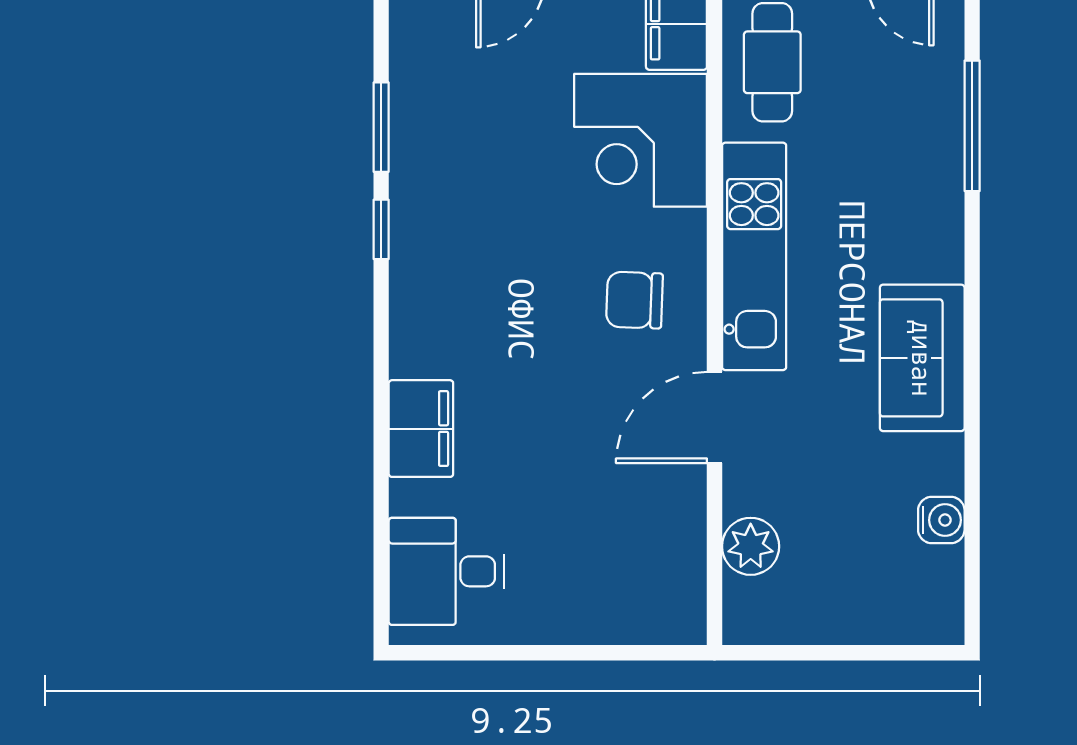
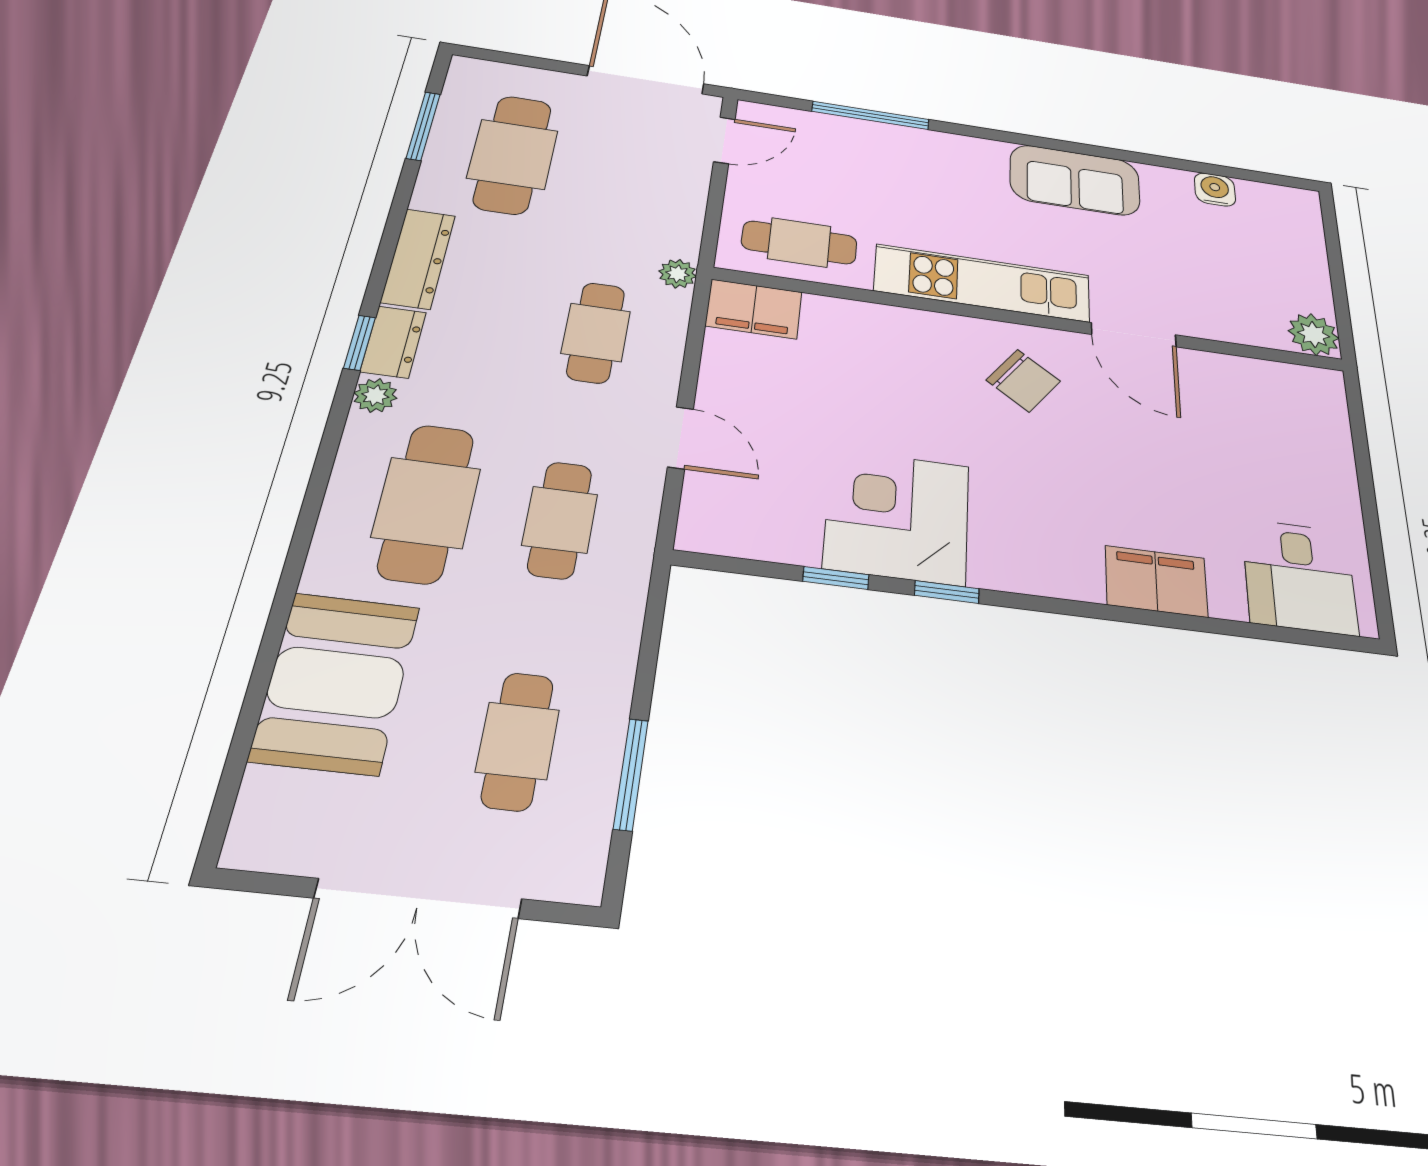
window: (381, 127) -> (836, 578), width x0.67
corner desk: (641, 140) -> (897, 516), moved, turned 180
chair: (634, 300) -> (1023, 381), turned -56
plant: (751, 546) -> (1314, 334), moved

